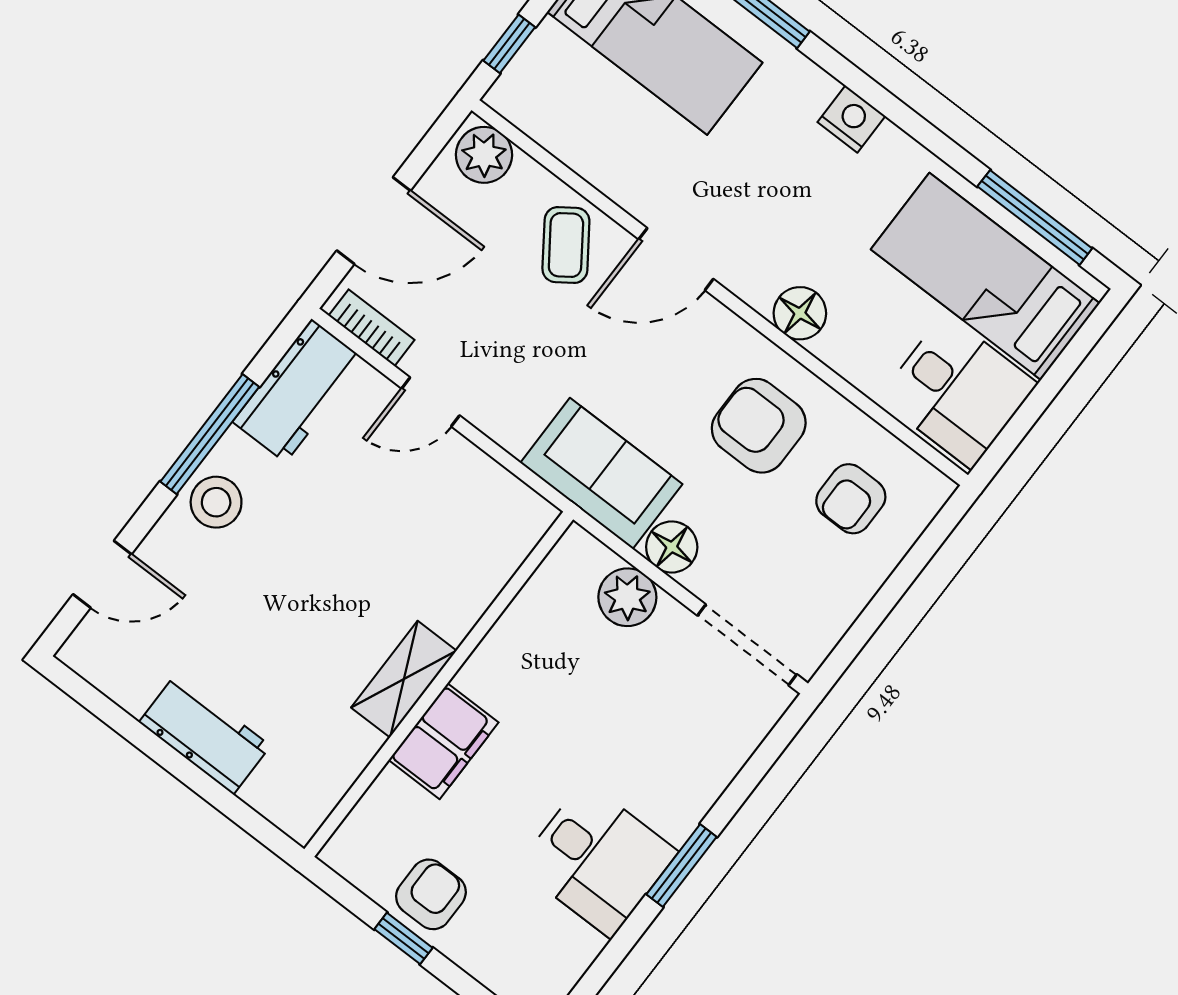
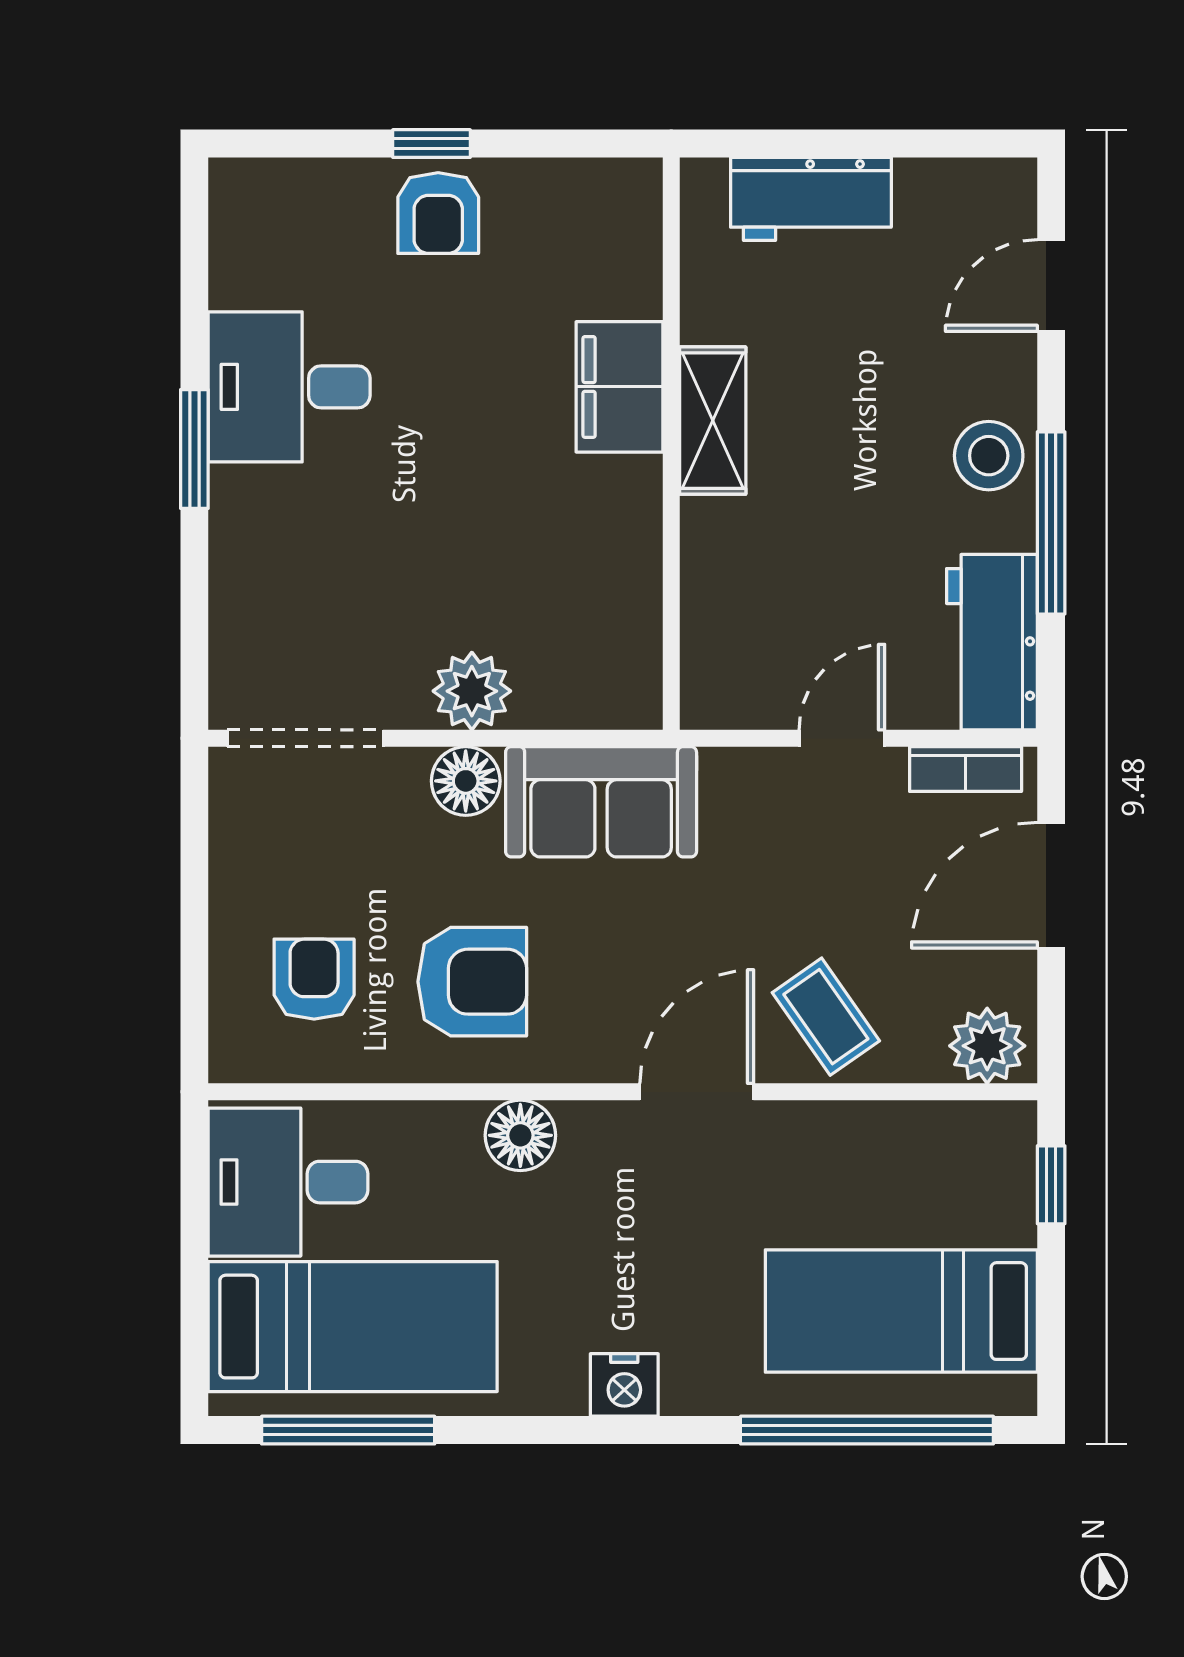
shelving: (404, 679) -> (713, 421), moved
wall: (439, 684) -> (671, 444), moved
filing cabinet: (444, 741) -> (619, 387), moved

